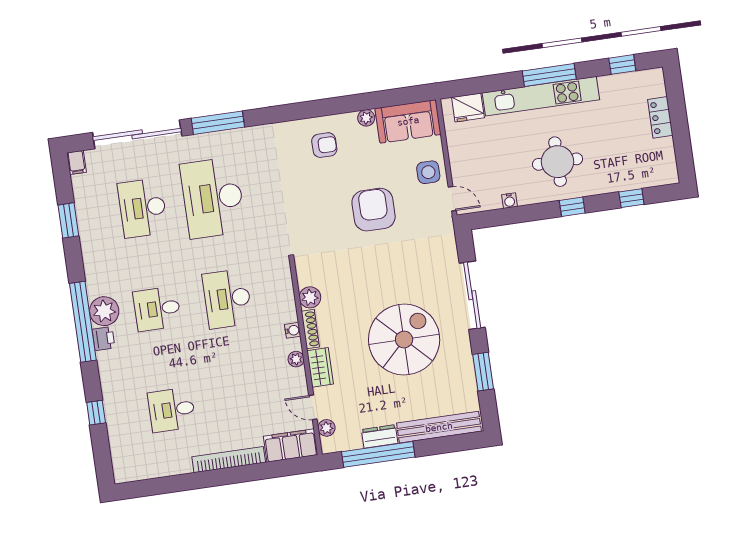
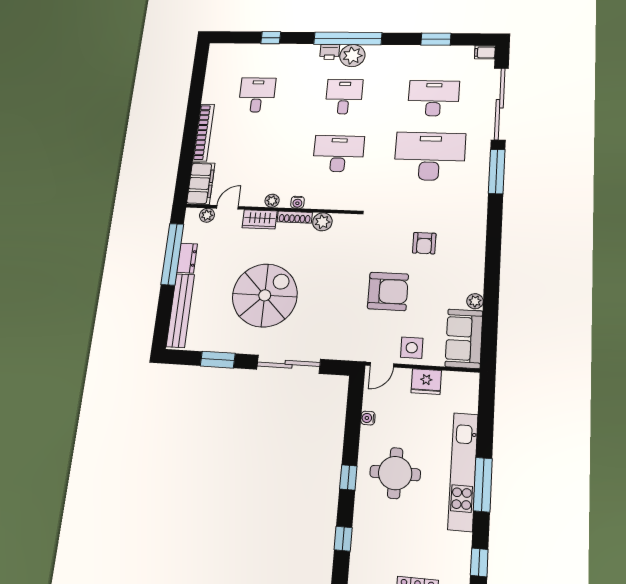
fridge: (468, 108) -> (426, 382), moved, turned -90
armchair: (324, 145) -> (424, 243), moved
spiral stairs: (404, 339) -> (265, 295), turned -90

